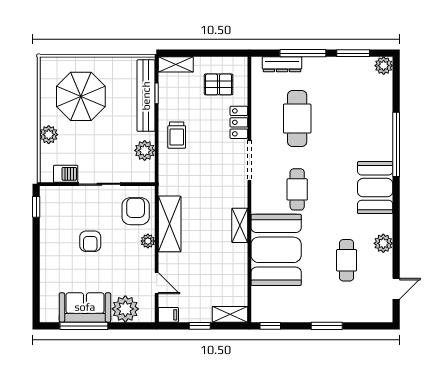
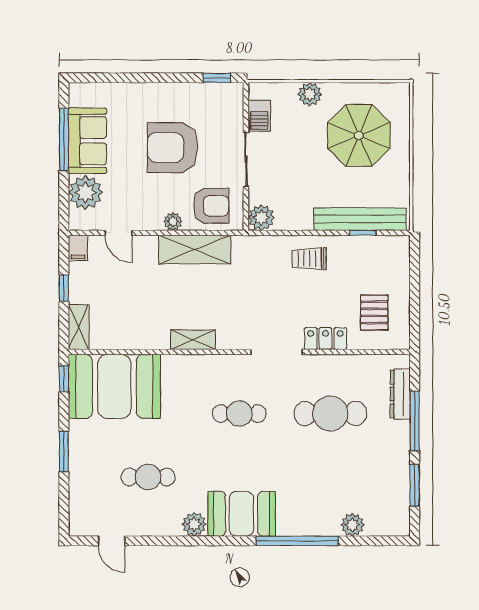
shelving: (176, 64) -> (400, 257), removed
plant: (384, 66) -> (352, 525), moved
plant: (145, 150) -> (261, 217), moved
armchair: (90, 241) -> (173, 148), width x1.88, depth x1.88
plant: (383, 243) -> (194, 524), moved
booth: (276, 250) -> (114, 386), moved
door: (157, 283) -> (118, 233), hinge flipped

